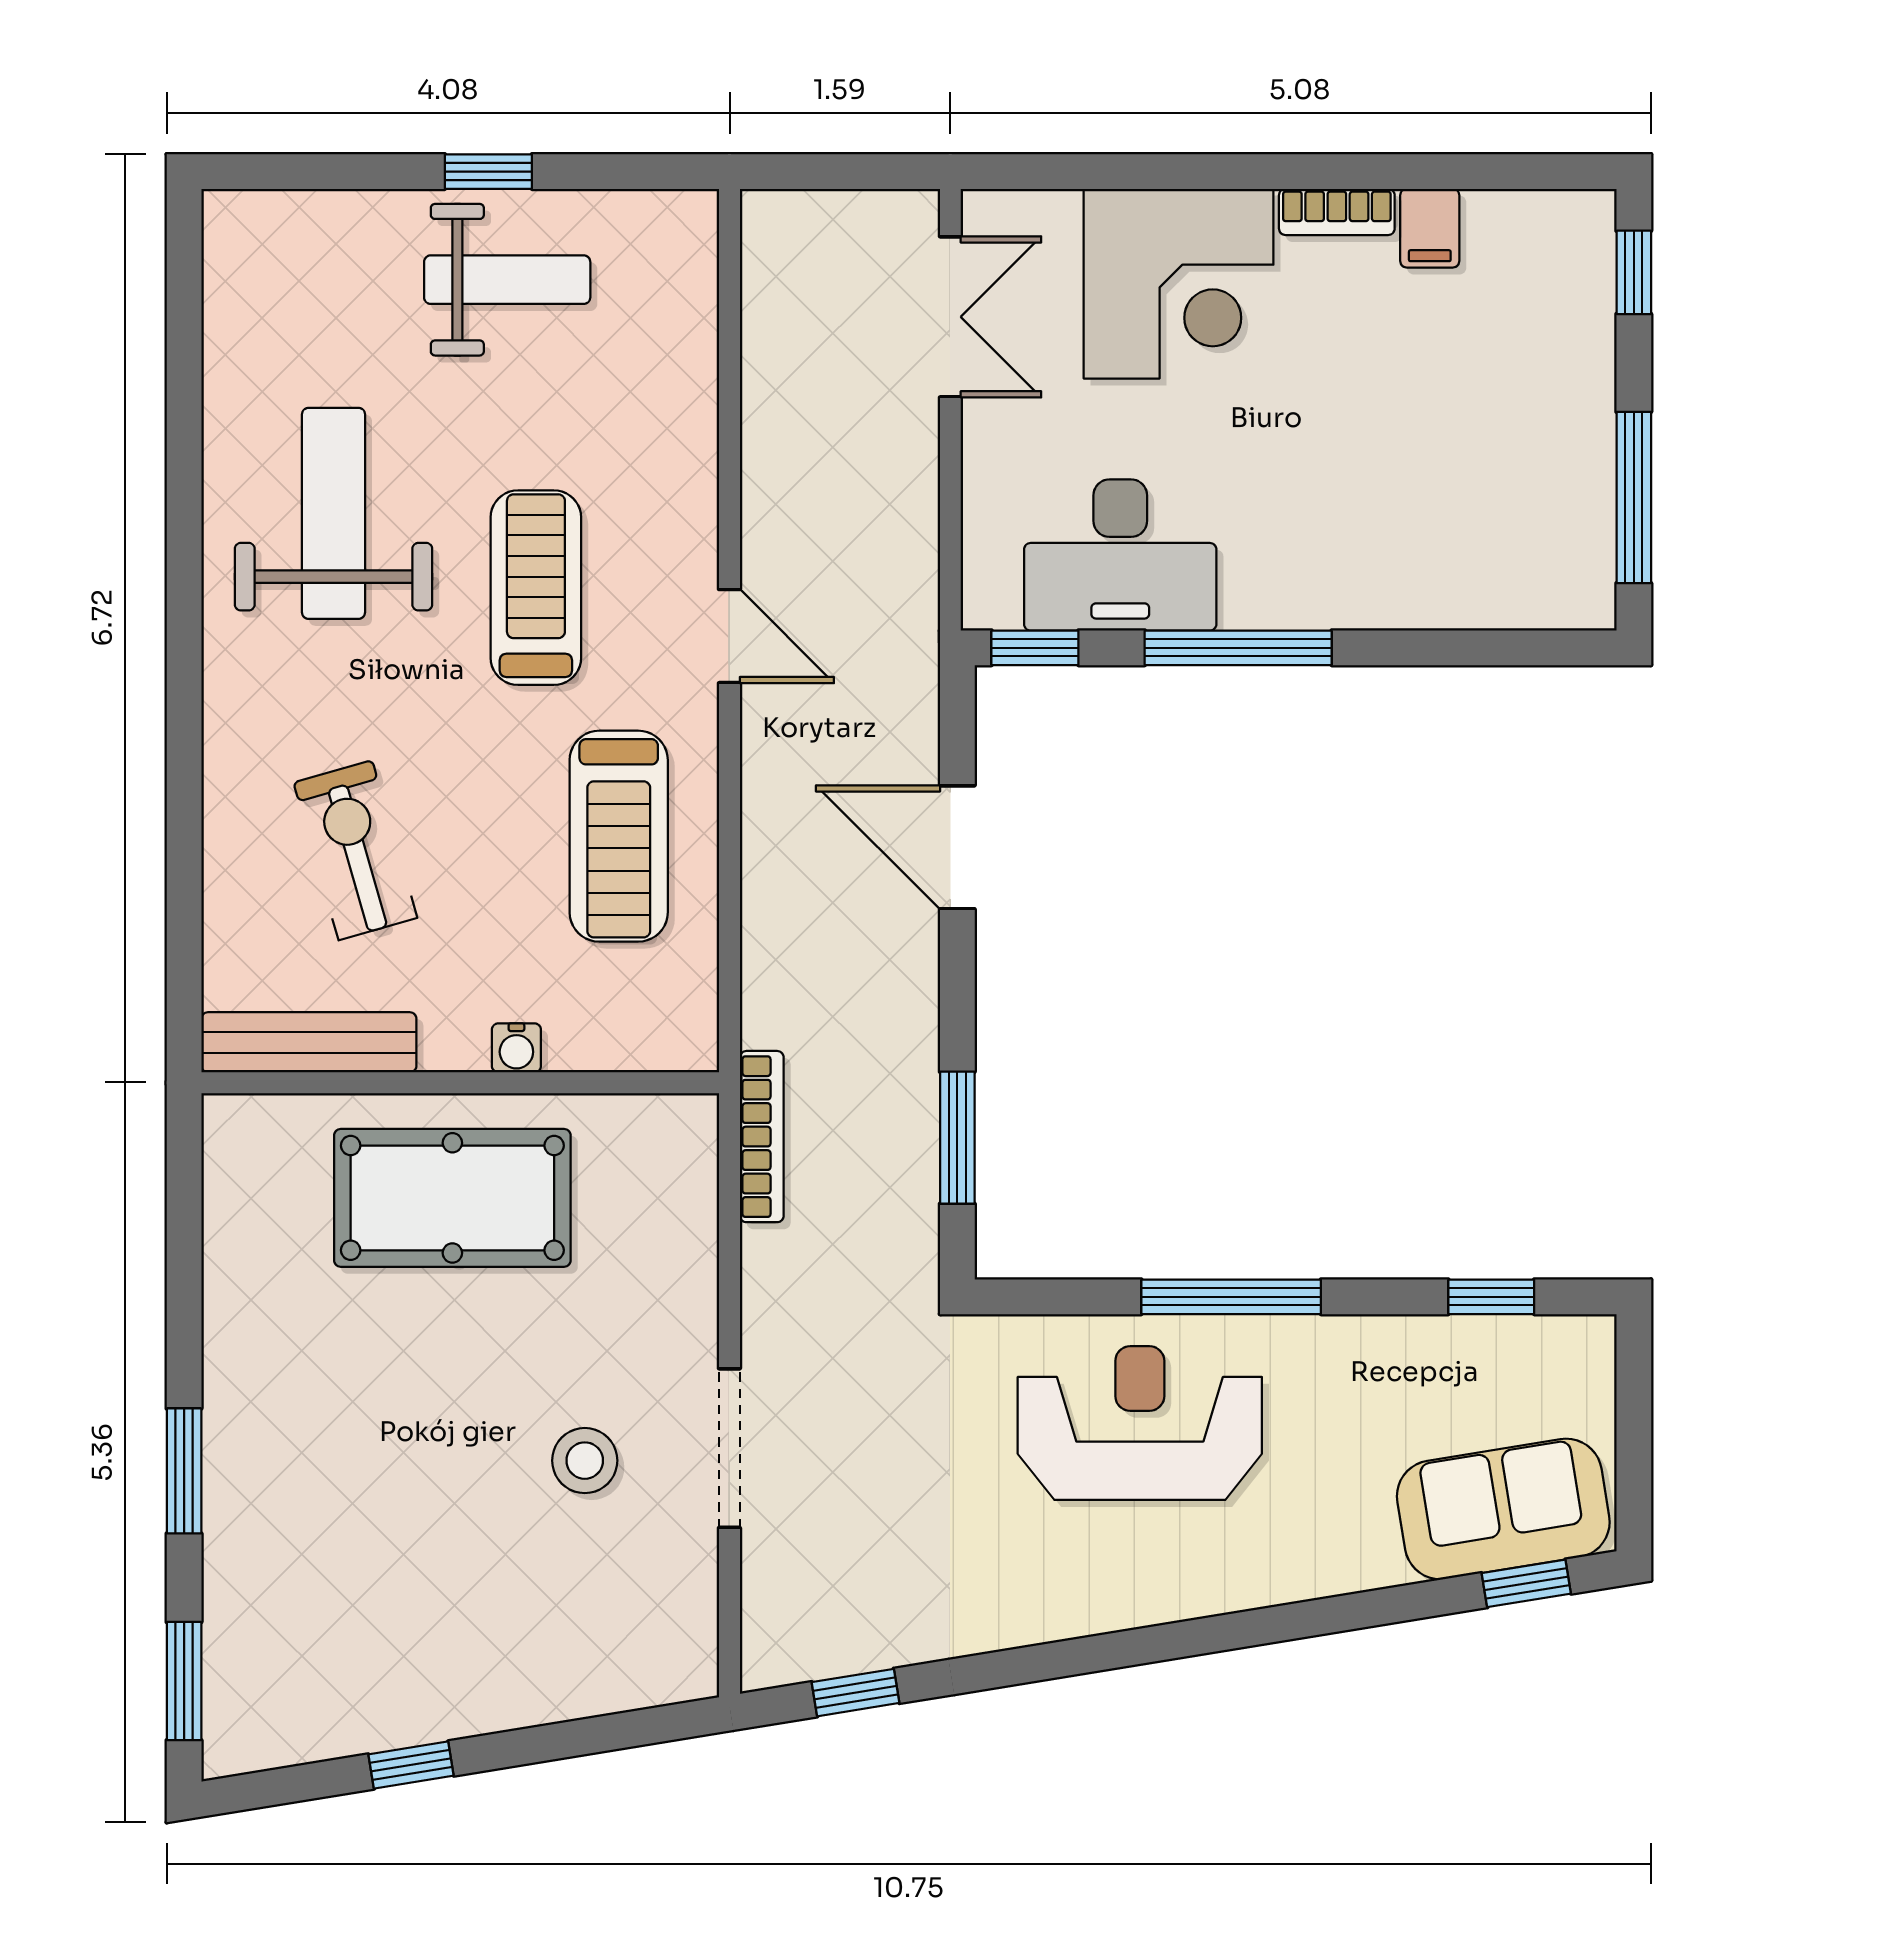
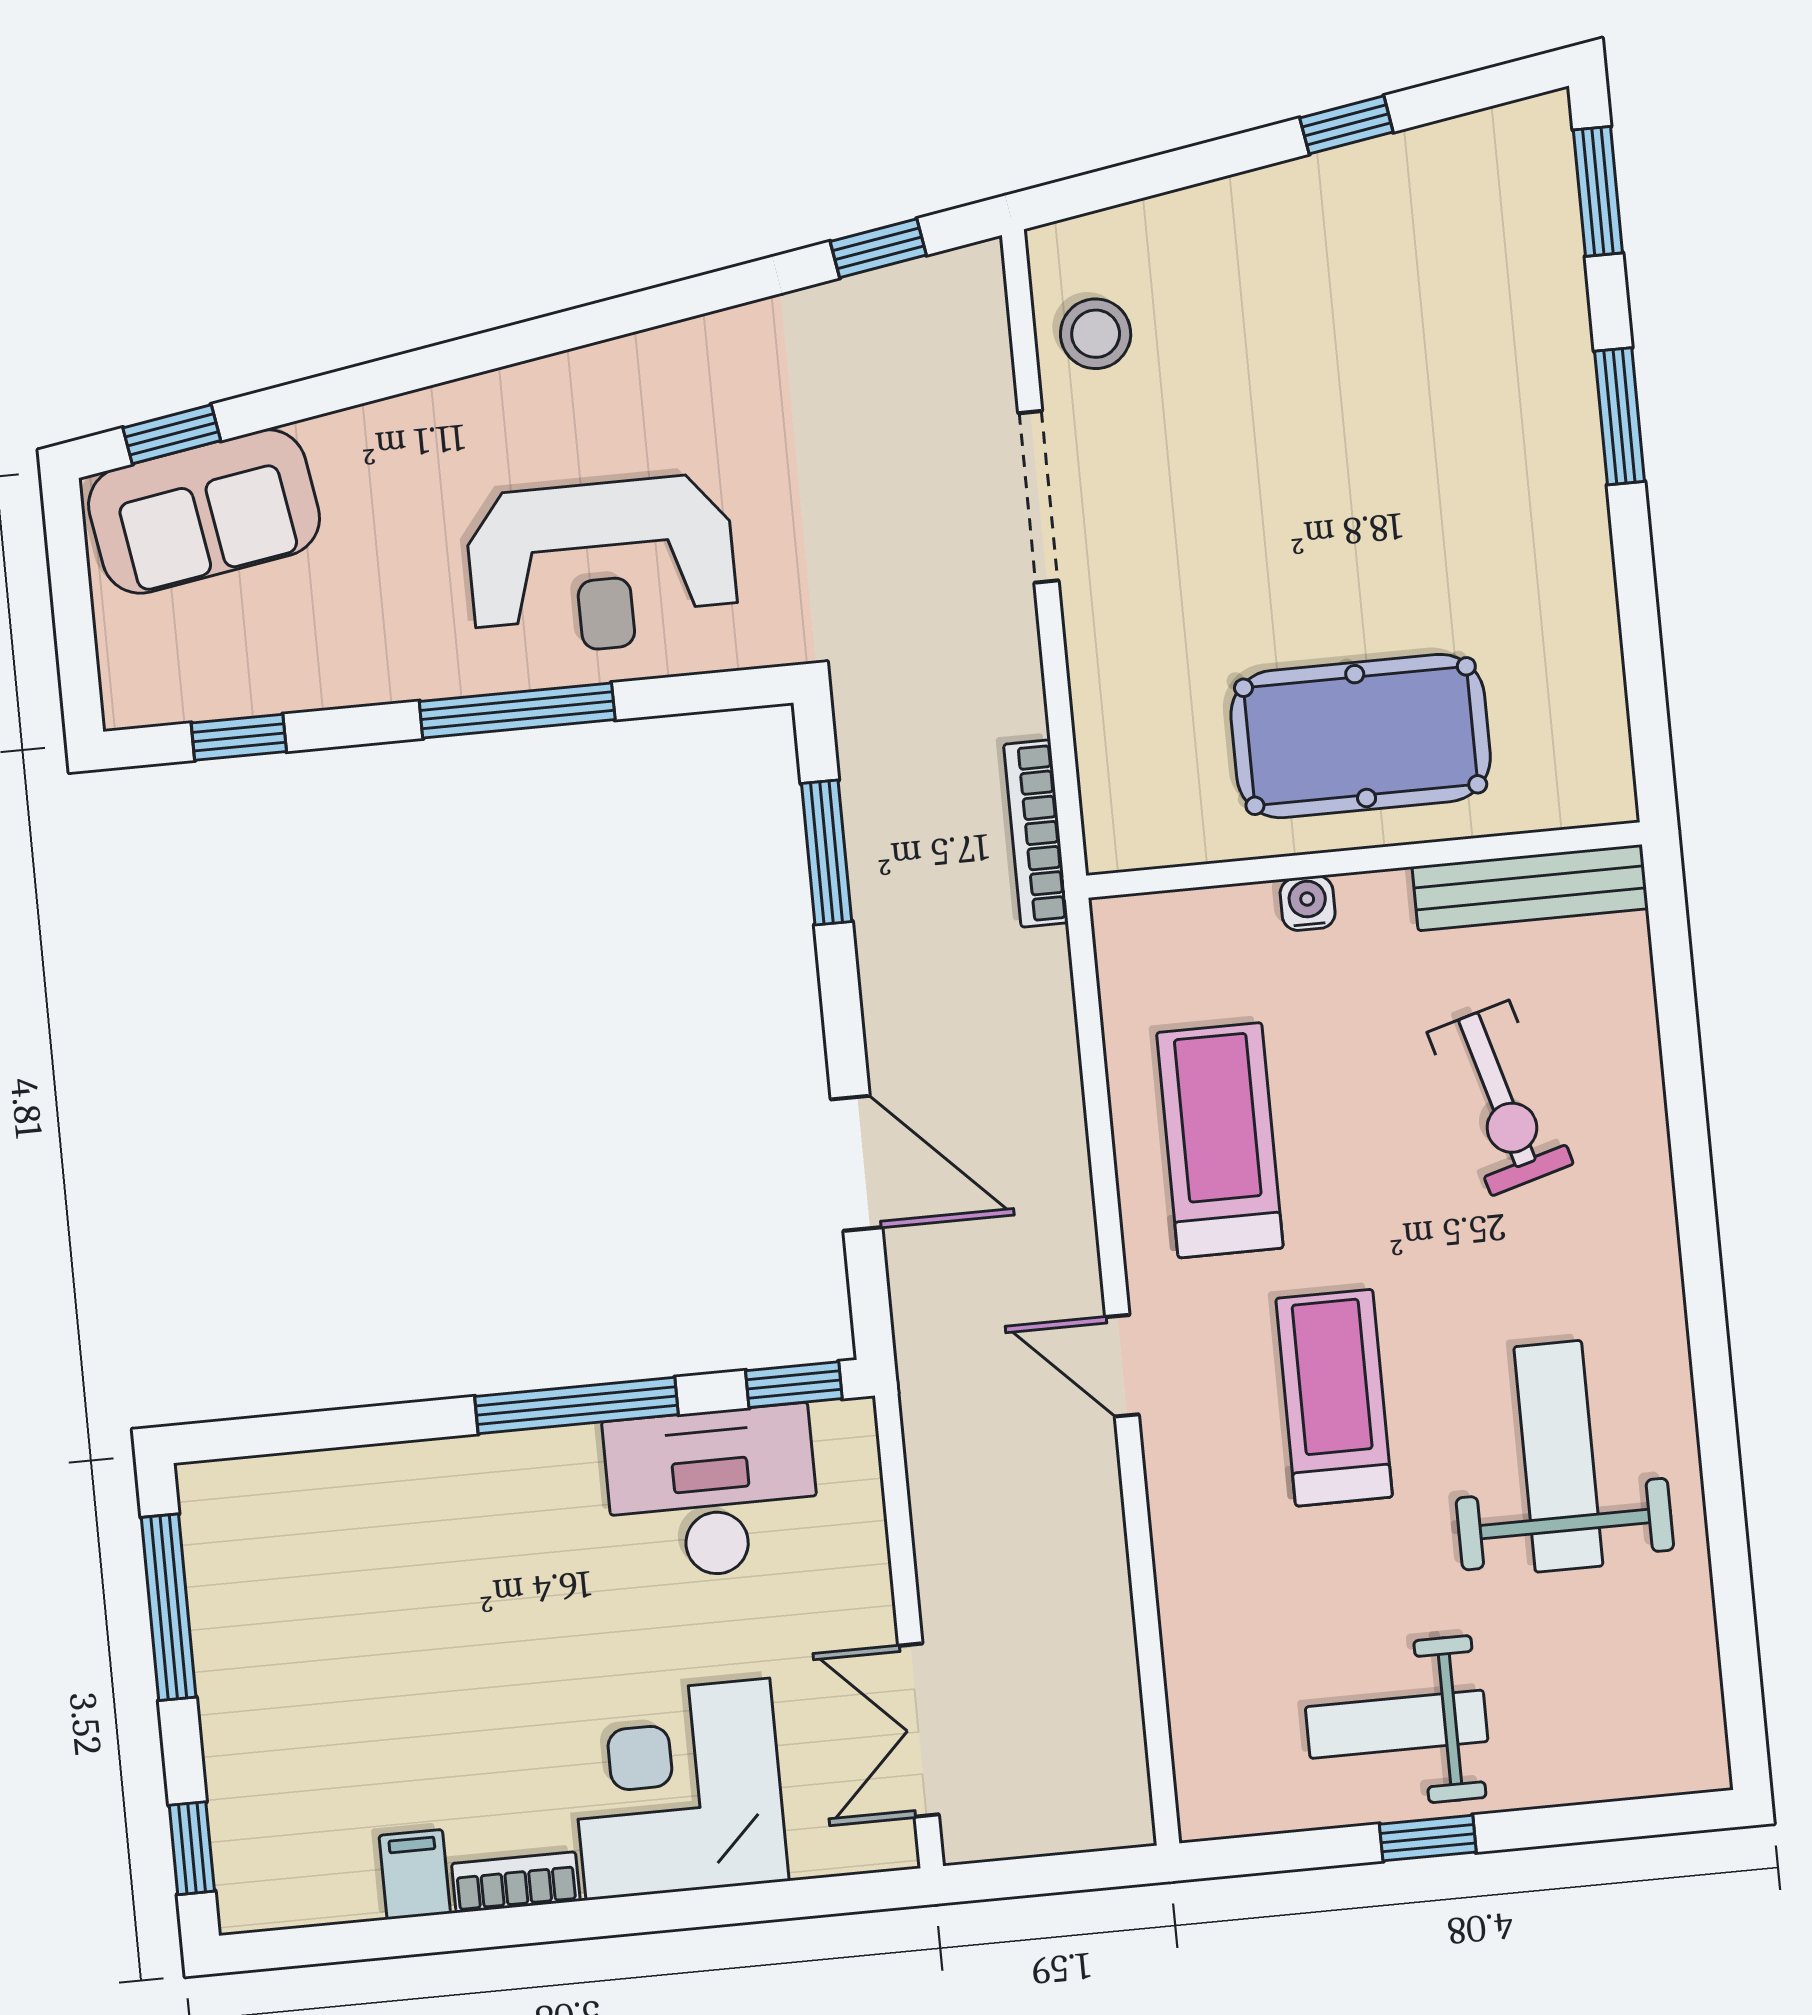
weight bench: (334, 513) -> (1558, 1456), turned 180
treadmill: (536, 588) -> (1334, 1398), turned 180
stool: (585, 1461) -> (1096, 334), moved

